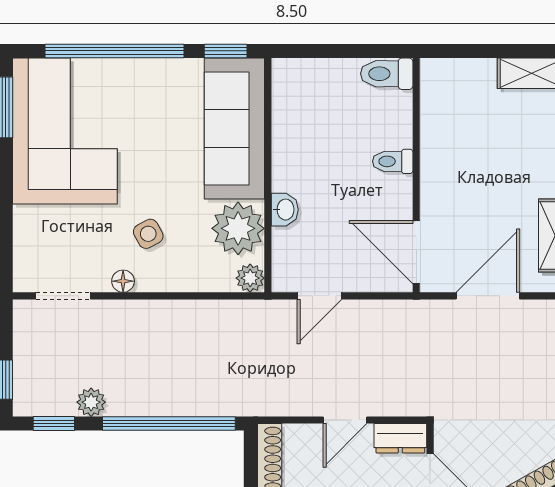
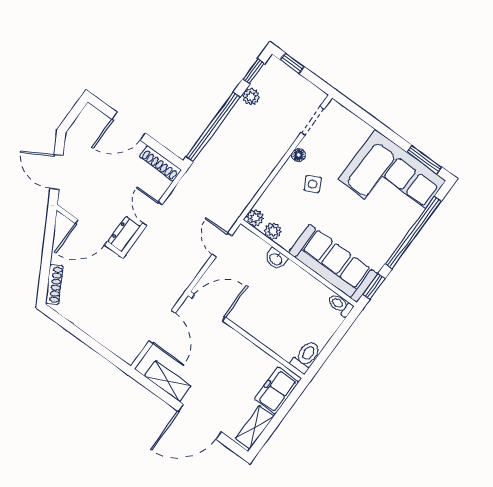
freezer: (461, 80) -> (277, 391), added
toilet: (393, 161) -> (340, 305), moved, turned -90
plant: (238, 228) -> (273, 231), width x0.53, depth x0.53

